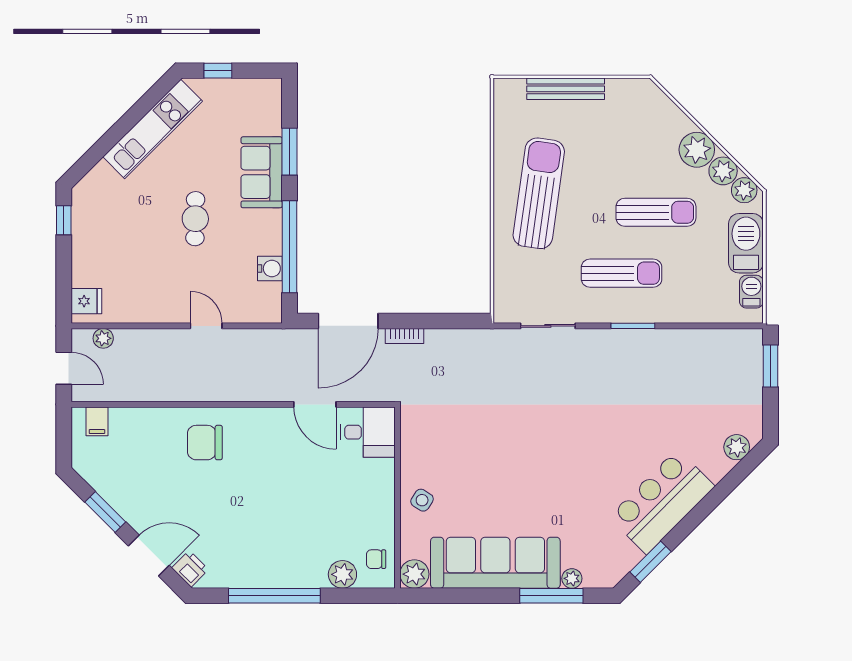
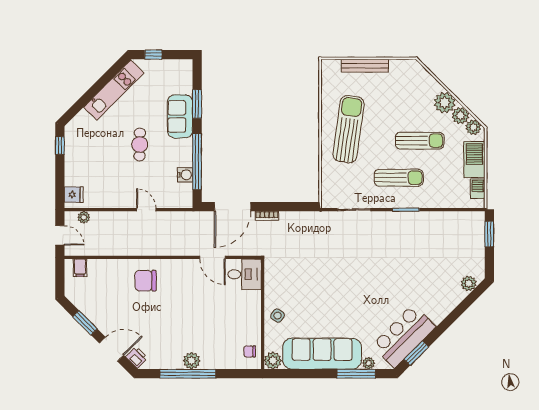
bar counter: (662, 502) -> (404, 336), moved
plant: (342, 574) -> (192, 361), moved

